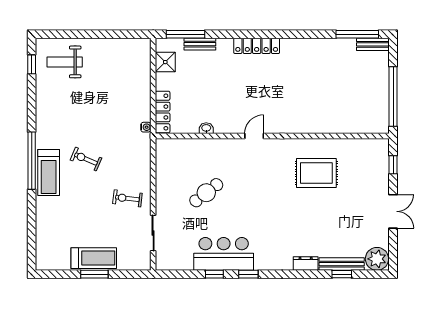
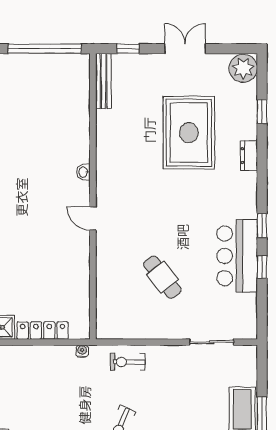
locker: (163, 112) -> (43, 331), moved
washbasin: (206, 128) -> (83, 172), moved
rug: (316, 173) -> (189, 133), moved, width x1.37, depth x1.44
exercise bike: (127, 198) -> (128, 362), moved, turned 83
bench: (342, 264) -> (103, 81), moved

